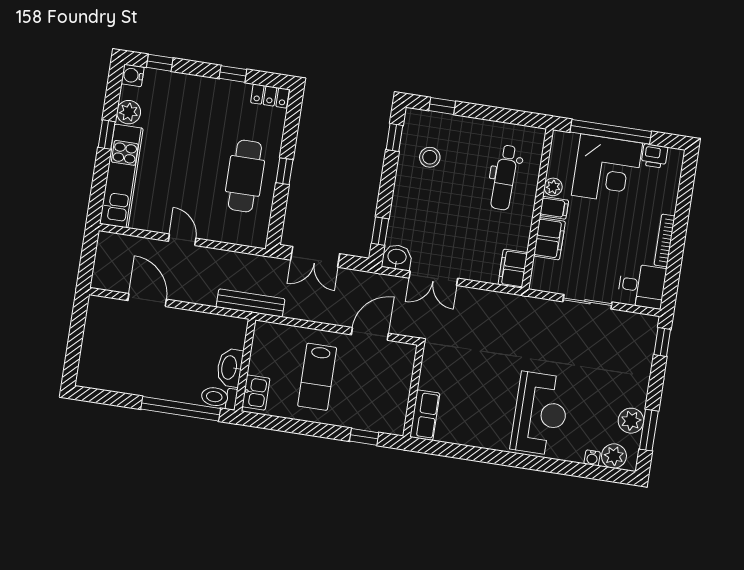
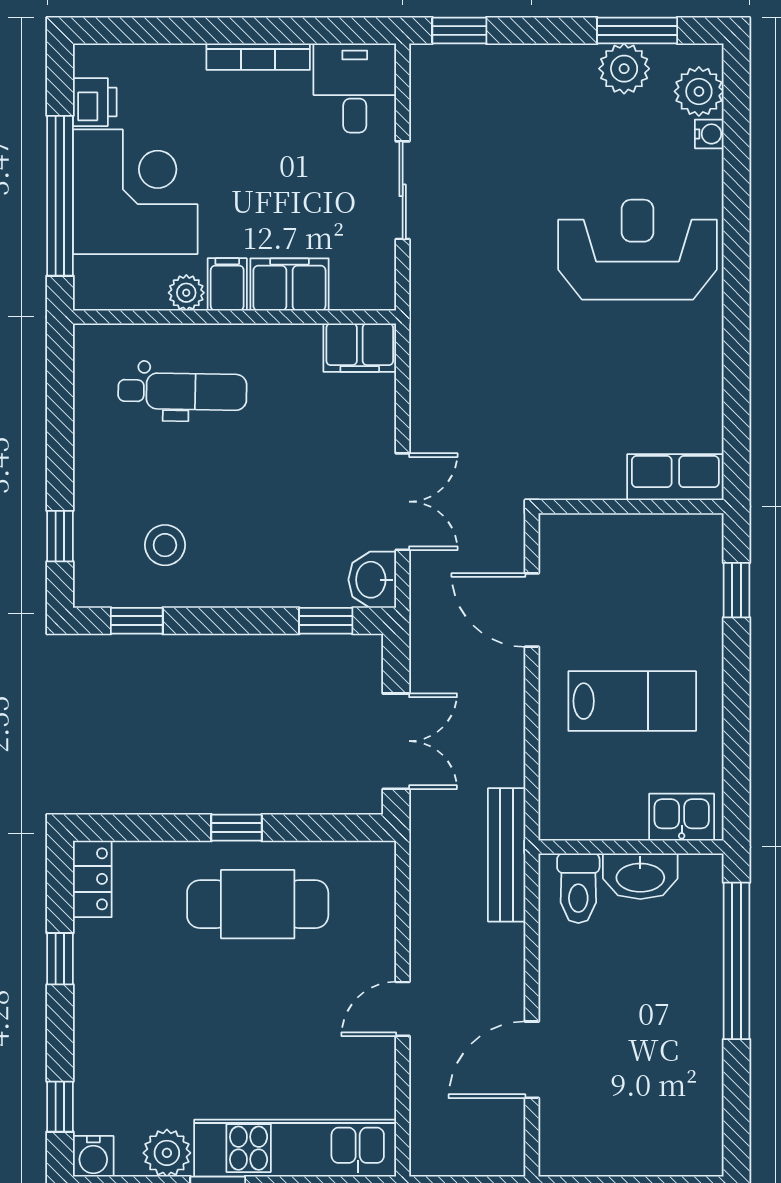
toilet: (219, 397) -> (578, 888), moved

